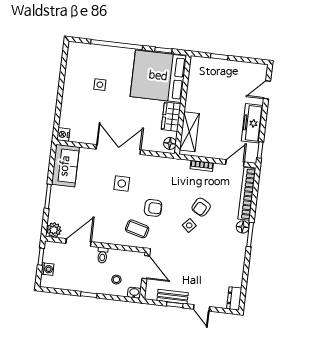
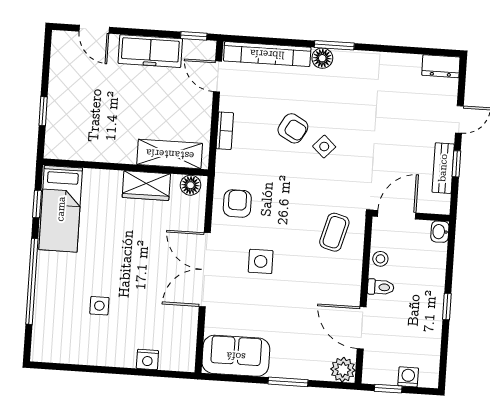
bed: (158, 76) -> (61, 209), width x0.49
nightstand: (63, 134) -> (147, 360), moved
armchair: (153, 208) -> (237, 203), moved
stool: (116, 280) -> (380, 259), moved

